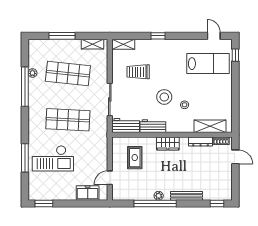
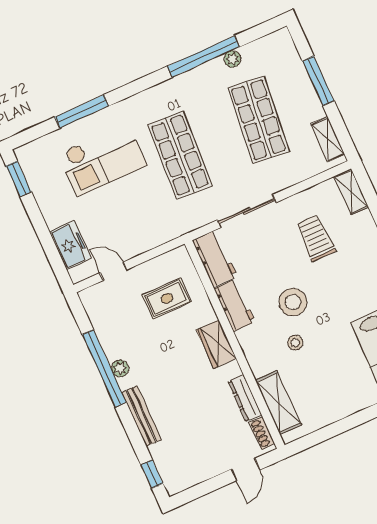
checkout: (53, 158) -> (103, 160), turned -90

